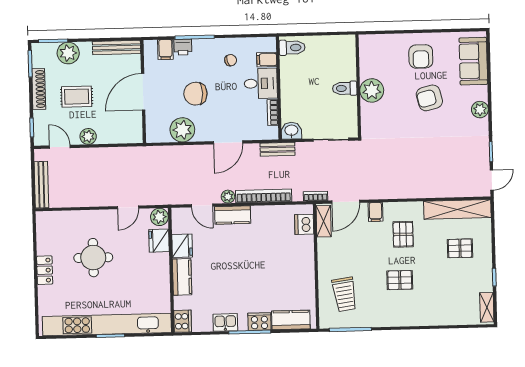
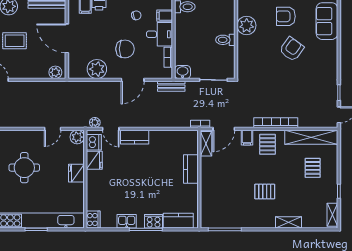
armchair: (421, 56) -> (286, 16), turned 90
plant: (372, 90) -> (247, 25), moved
door: (143, 92) -> (67, 38), hinge flipped
chair: (195, 94) -> (125, 49), moved, turned 180
armchair: (429, 98) -> (292, 49), turned 140
plant: (480, 110) -> (331, 59), removed
plant: (88, 136) -> (55, 72), moved
bookcase: (264, 196) -> (276, 123), moved
plant: (228, 197) -> (95, 122), moved
dishwasher: (304, 224) -> (94, 142), moved, turned 180
pallet: (403, 234) -> (267, 144), moved
fridge: (159, 241) -> (76, 173), moved
pallet: (460, 248) -> (313, 168), turned 90
kitchen counter: (182, 277) -> (191, 169), moved, turned 180
trolley: (344, 294) -> (221, 202), removed
shelving: (431, 318) -> (289, 222), added

